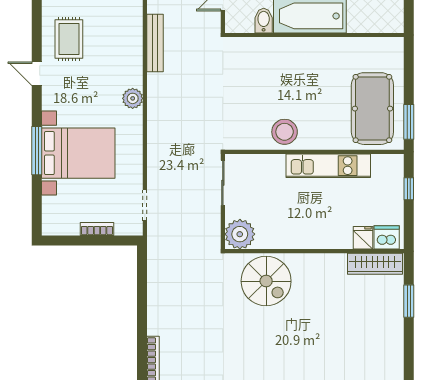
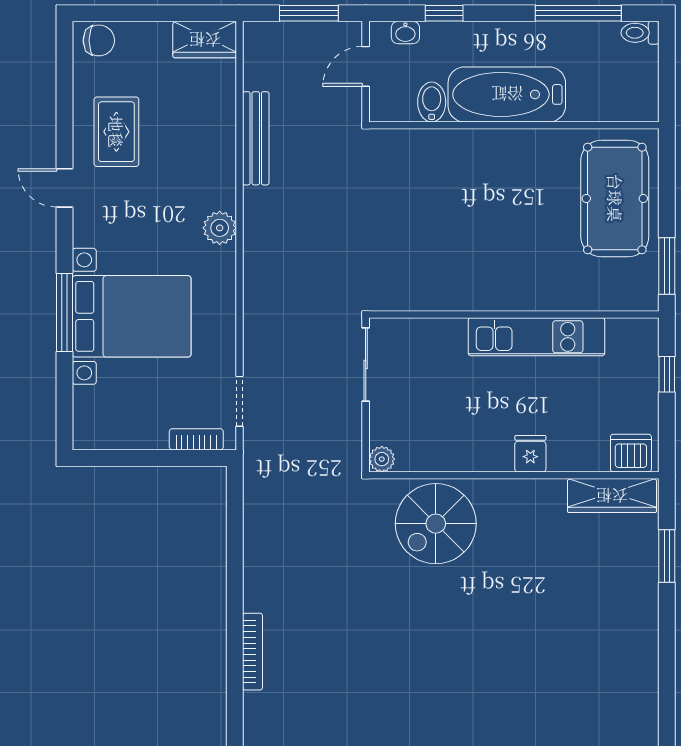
pool table: (372, 109) -> (615, 198), moved
stool: (285, 132) -> (466, 282), removed
bookcase: (97, 229) -> (196, 439), moved
plant: (240, 234) -> (382, 459), width x0.53, depth x0.53
fridge: (363, 238) -> (530, 454), moved
spiral stairs: (266, 281) -> (436, 524), turned 90

